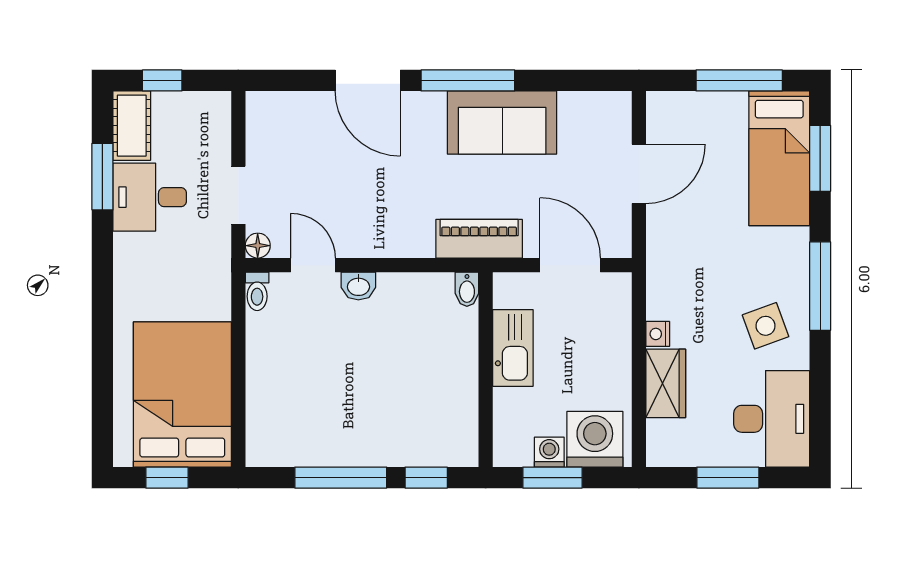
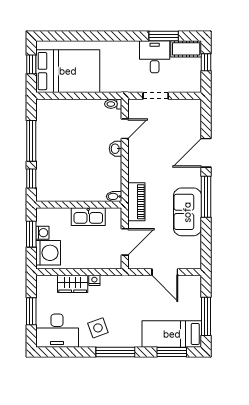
floor lamp: (258, 246) -> (133, 104), removed

